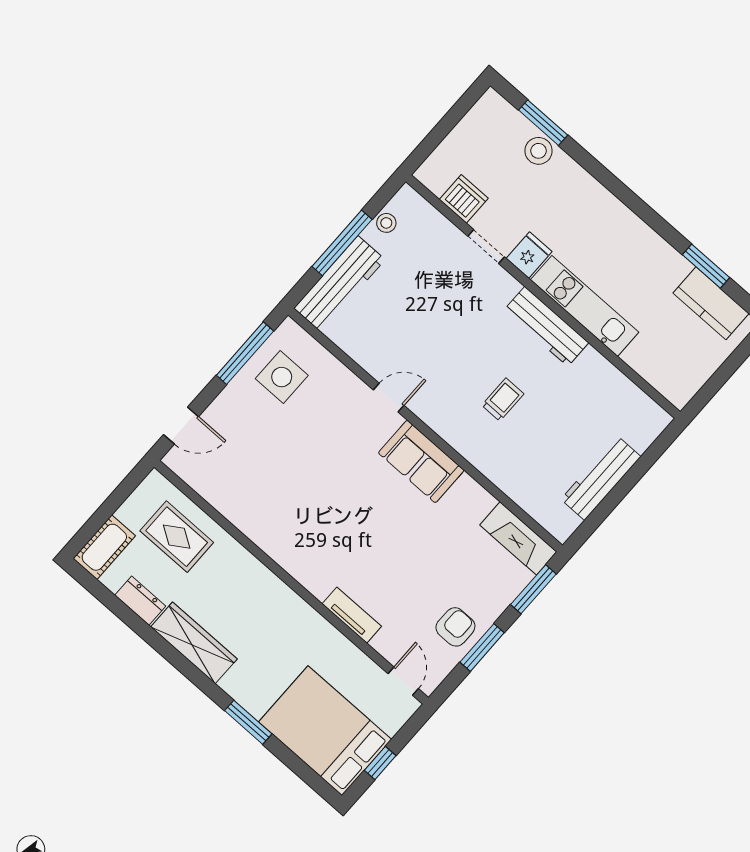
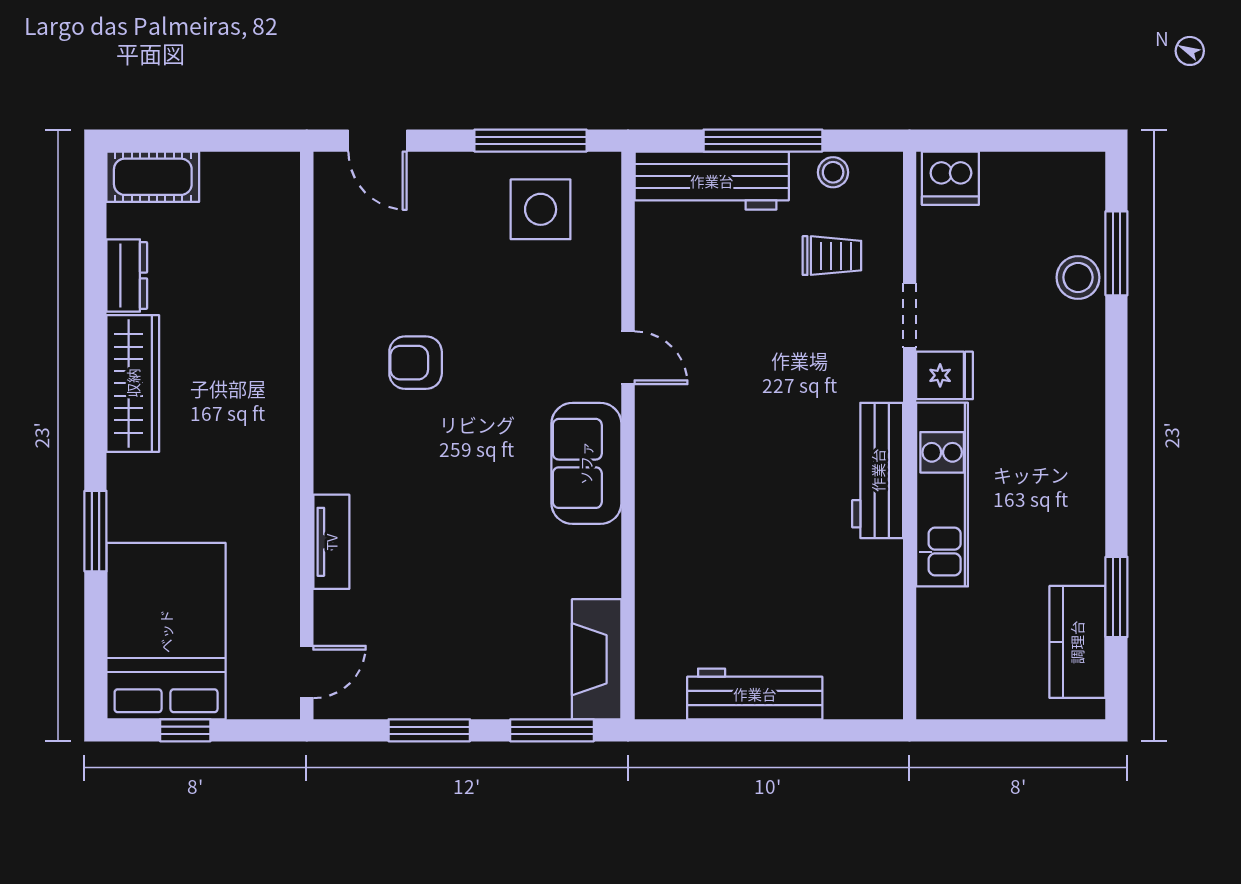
dishwasher: (464, 199) -> (950, 178), moved, turned 90
trolley: (503, 400) -> (832, 256), moved
rug: (177, 537) -> (241, 252), removed
armchair: (455, 627) -> (416, 363), moved, turned 180

